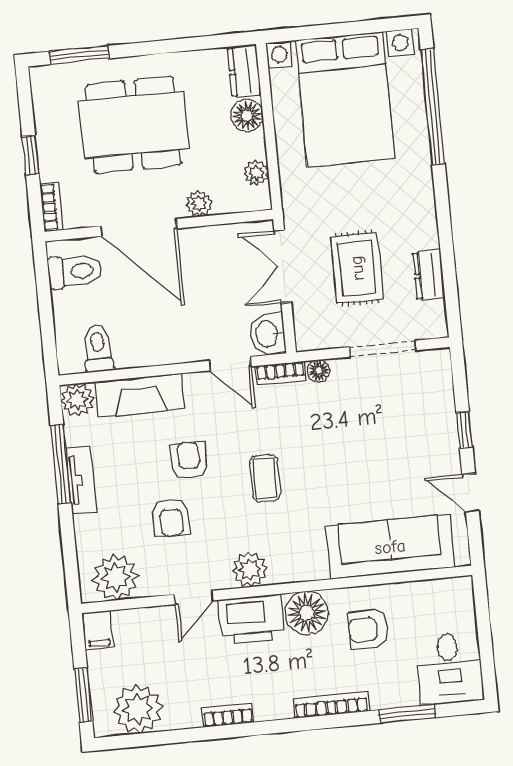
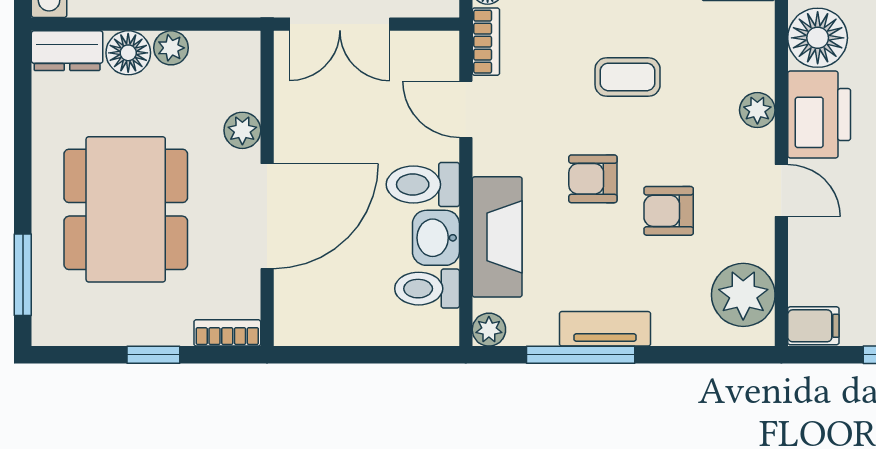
plant: (256, 173) -> (171, 48), moved
toilet: (75, 271) -> (423, 184), moved, turned -90
washbasin: (268, 334) -> (436, 238), moved, turned 90
door: (230, 364) -> (466, 109), swing flipped
plant: (77, 400) -> (489, 330), width x0.73, depth x0.73
armchair: (171, 517) -> (669, 211), turned 180
plant: (250, 570) -> (757, 110), width x0.73, depth x0.73

